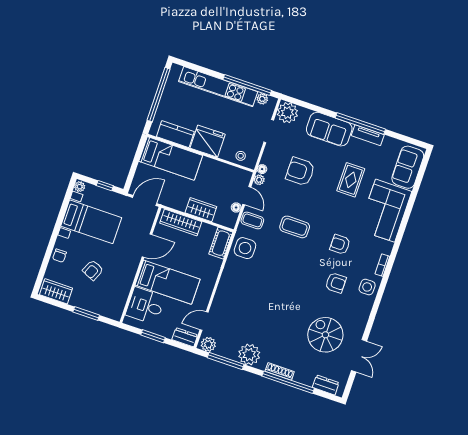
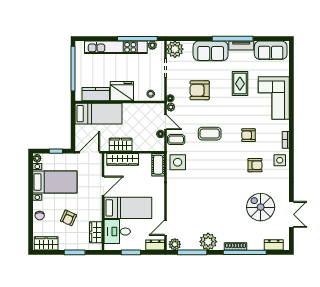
sofa: (408, 167) -> (271, 50), moved, turned -90
wardrobe: (201, 210) -> (121, 145), moved
wardrobe: (120, 298) -> (96, 232), added

